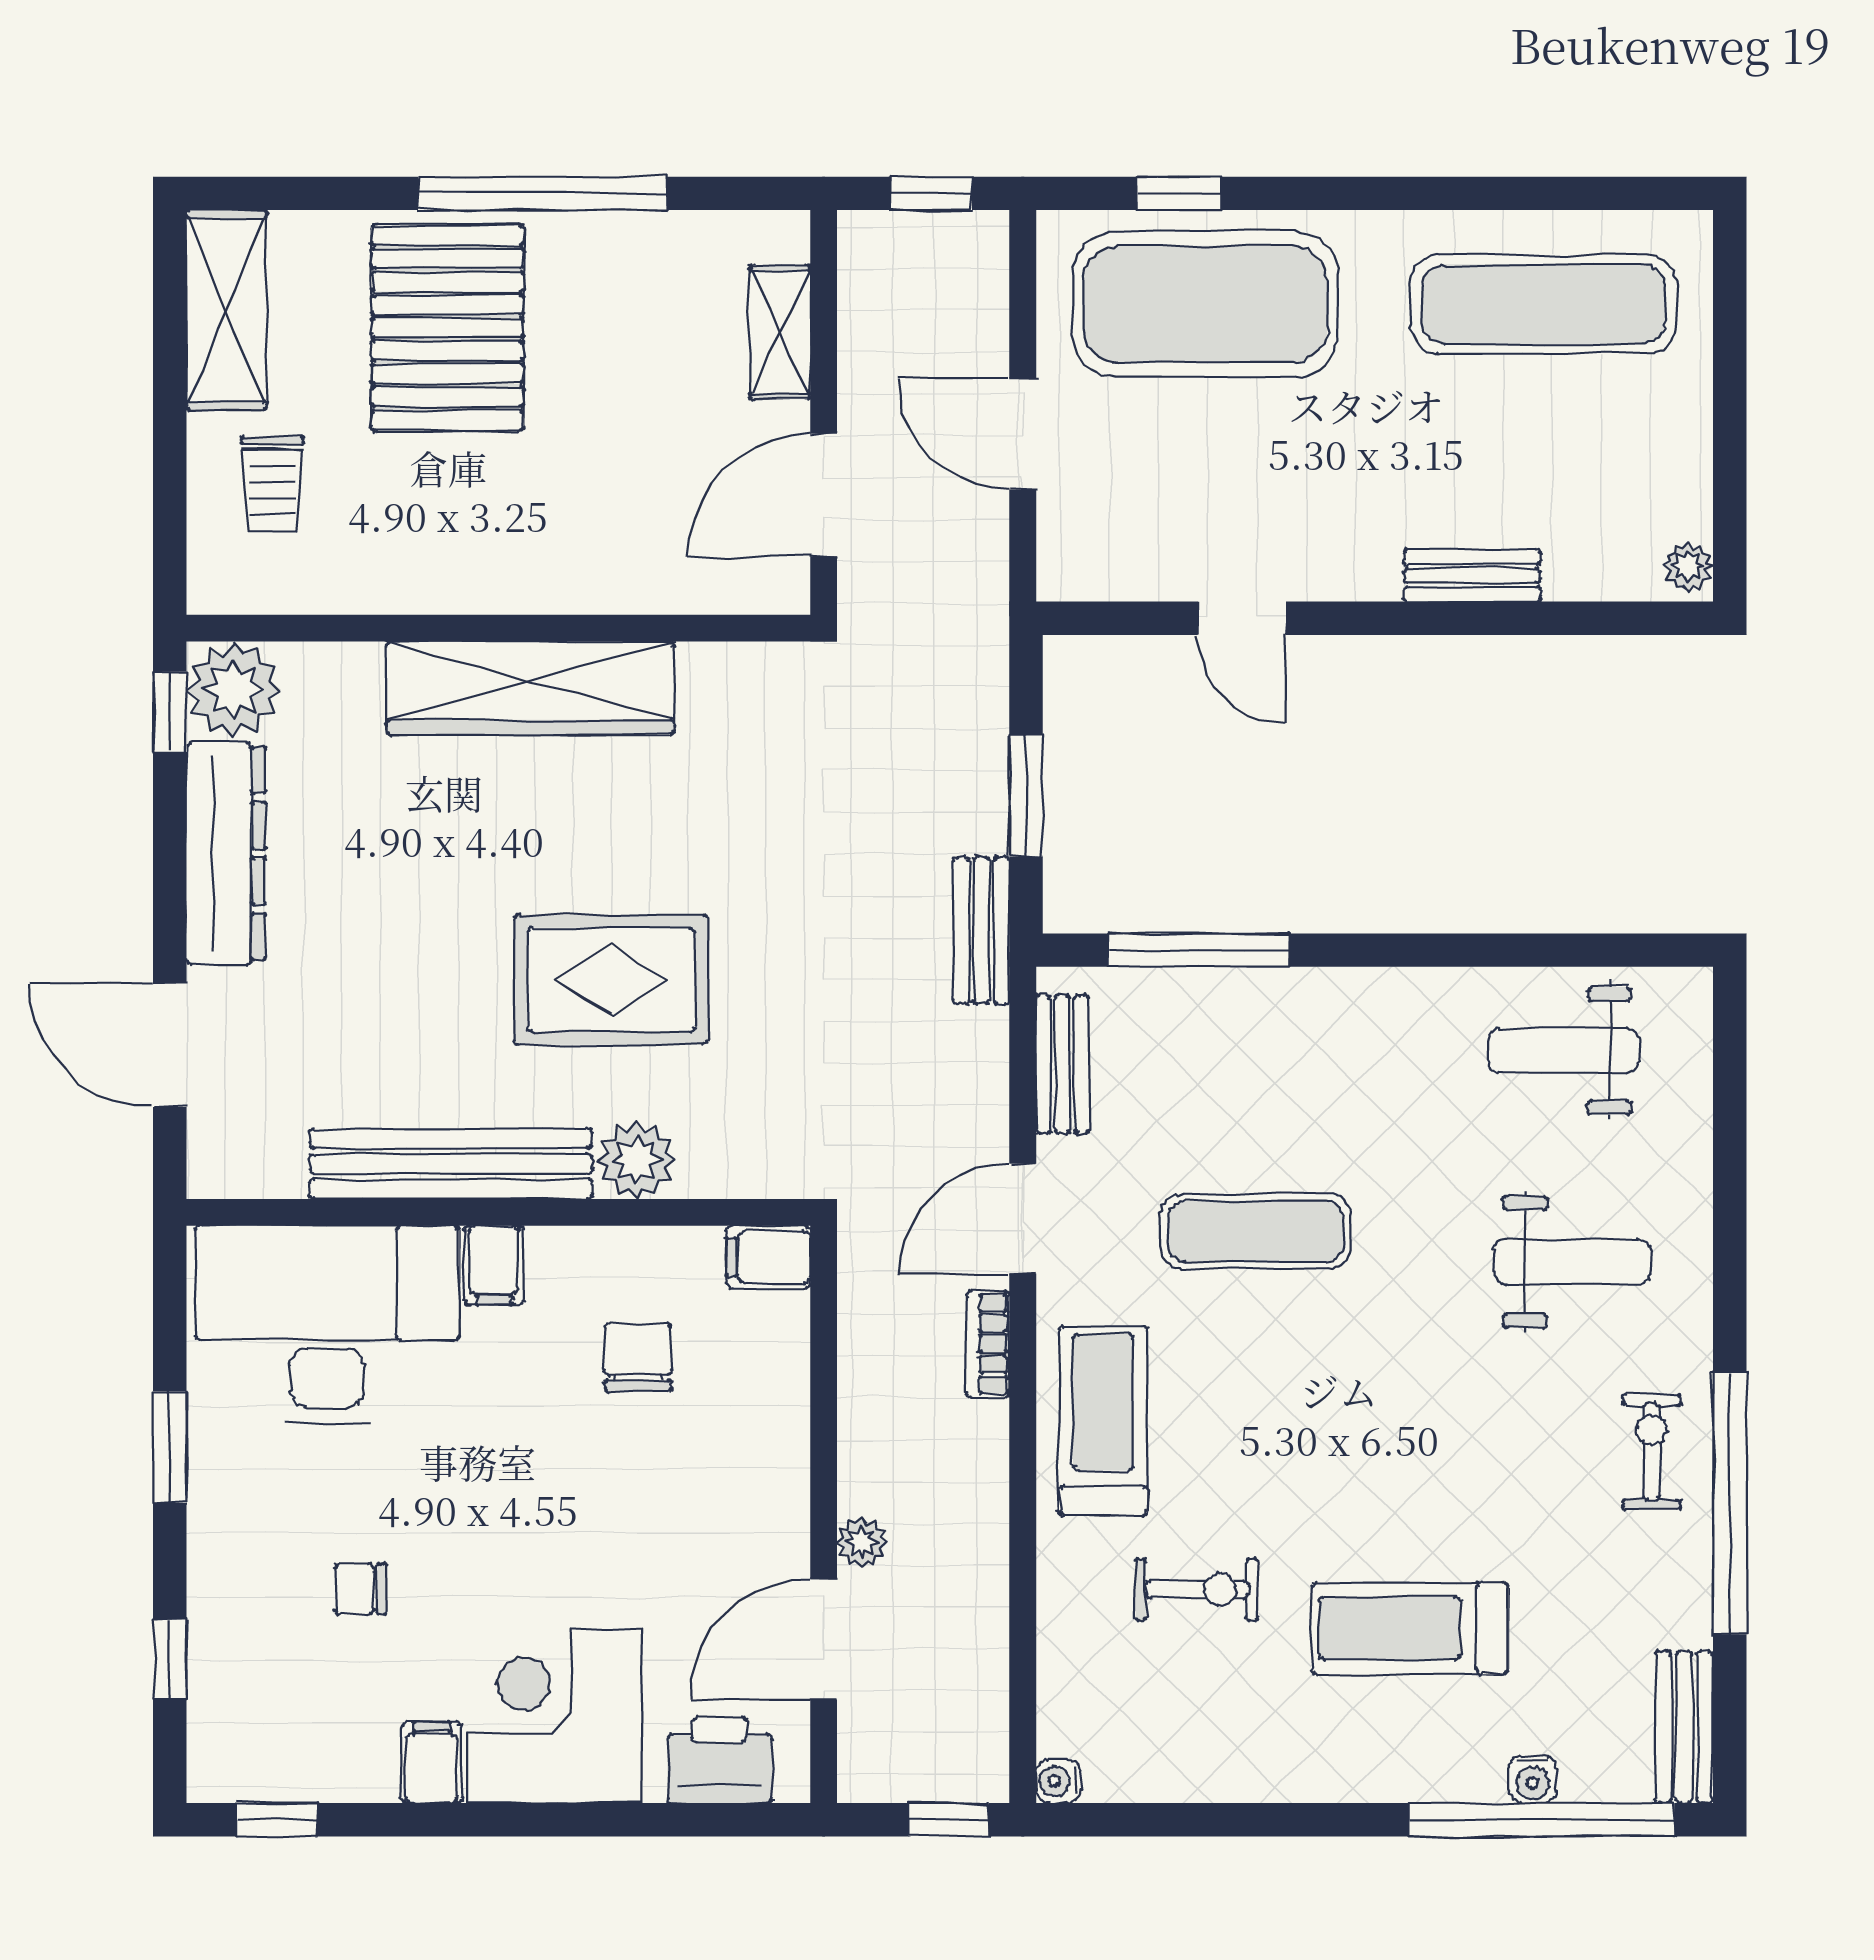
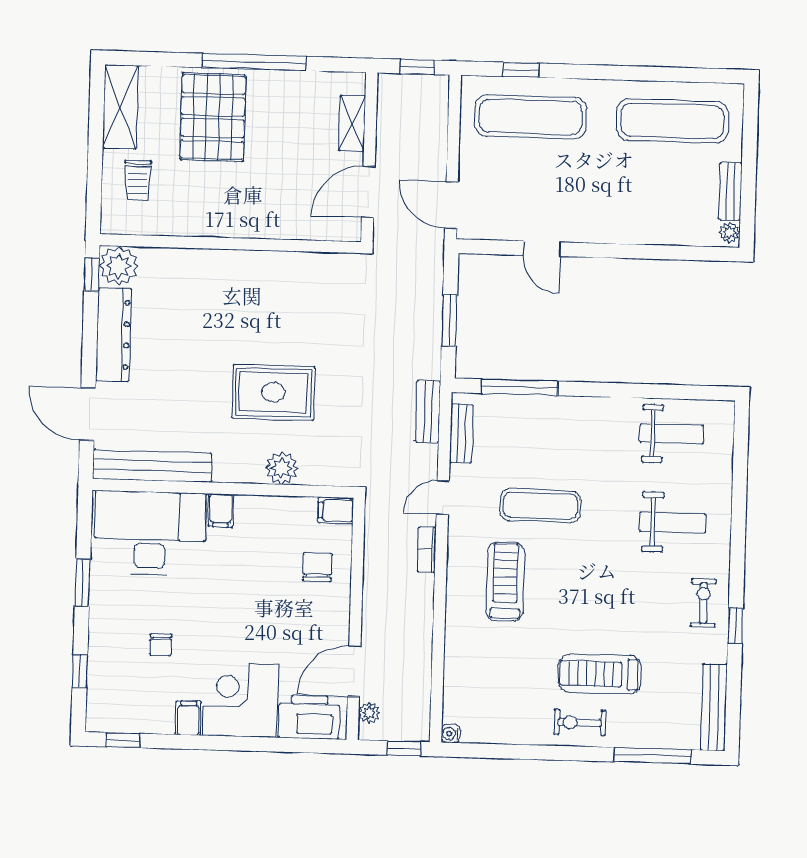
exercise mat: (1205, 304) -> (531, 117), width x0.68
door: (1023, 434) -> (451, 205), moved
bench: (1472, 575) -> (730, 191), moved, turned 90
wardrobe: (530, 688) -> (243, 269), removed
bench: (981, 930) -> (428, 412), moved
weight bench: (1564, 1051) -> (671, 434), turned 180
bench: (451, 1164) -> (152, 466), moved
door: (1023, 1219) -> (443, 498), width x0.73
chair: (638, 1357) -> (317, 567), moved
treadmill: (1103, 1421) -> (505, 582), moved
window: (1730, 1503) -> (735, 626), width x0.32
plant: (862, 1542) -> (369, 713), moved
chair: (360, 1589) -> (161, 645), turned -90
exercise bike: (1197, 1590) -> (580, 722), moved, turned 180
bench: (1684, 1727) -> (714, 707), width x1.36
printer: (720, 1760) -> (309, 717), width x1.37, depth x1.19
water cooler: (1533, 1779) -> (649, 739), removed
window: (1542, 1820) -> (653, 756), width x0.68

